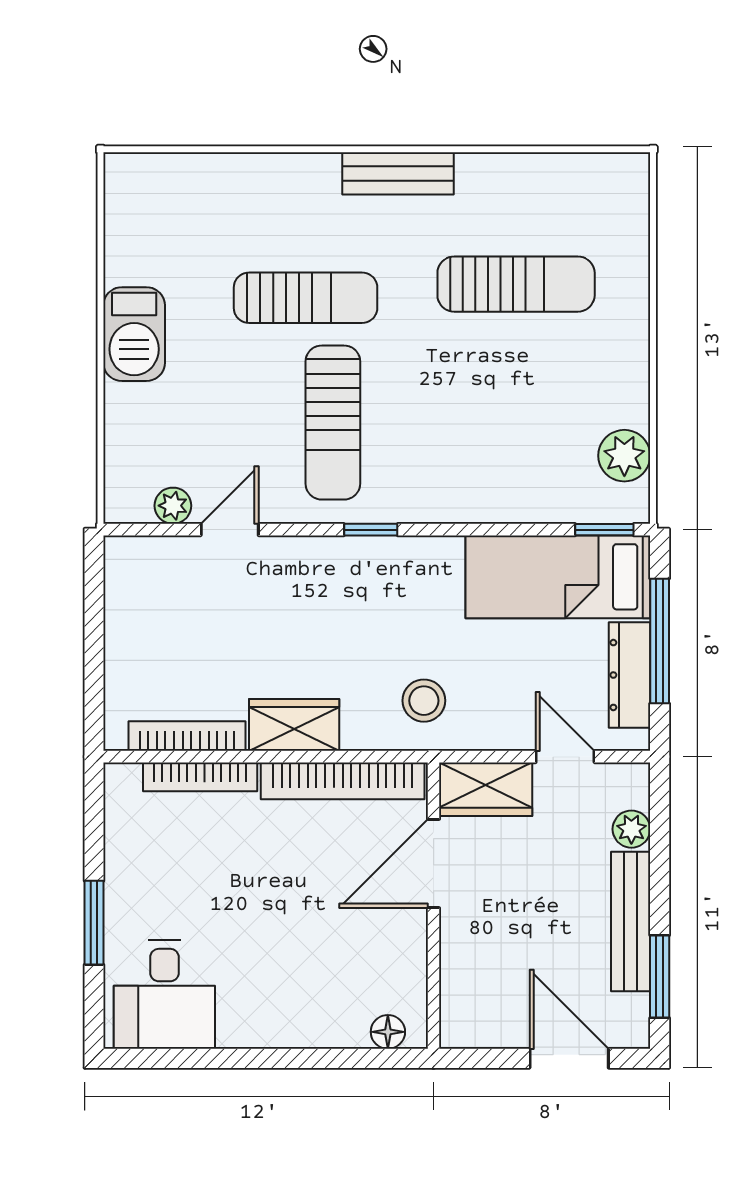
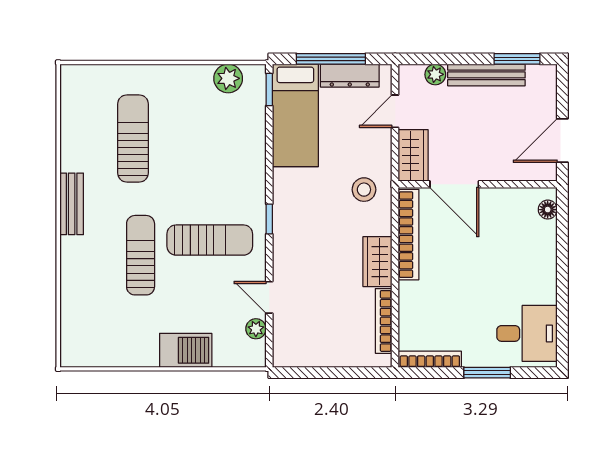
barbecue: (134, 334) -> (186, 350), moved
bookcase: (200, 777) -> (430, 359), moved, turned -90
door: (569, 1058) -> (562, 140), moved

